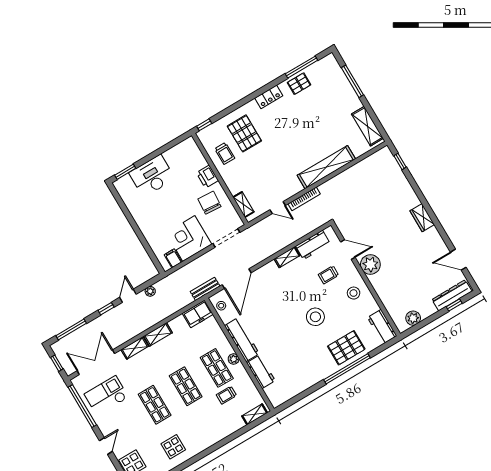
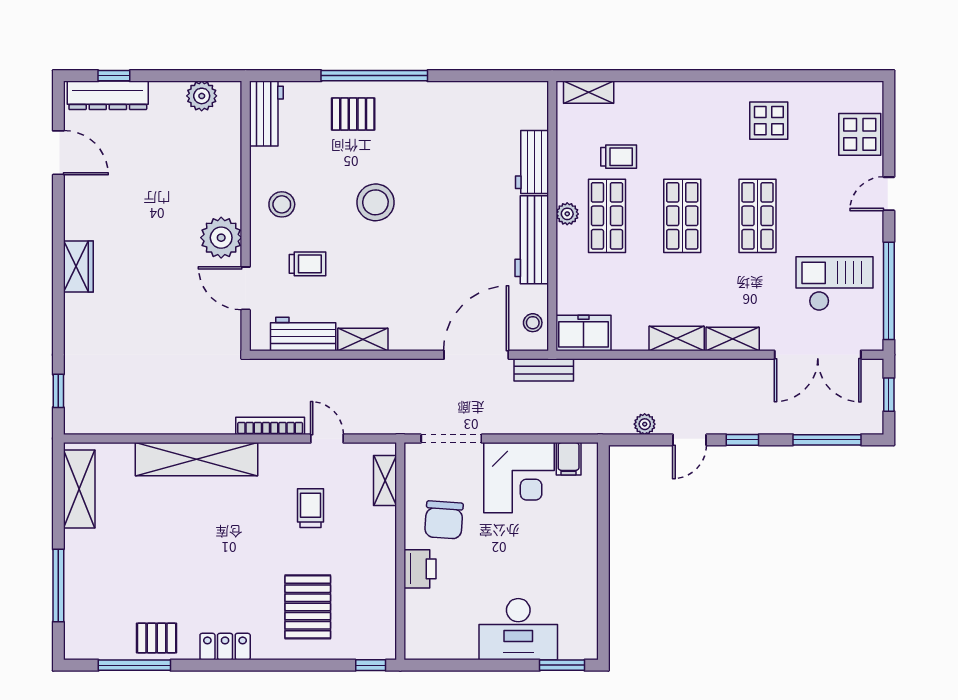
trolley: (225, 154) -> (311, 508), moved
pallet: (346, 348) -> (353, 114), width x0.67, depth x0.71
checkout: (106, 396) -> (834, 284), turned 180

